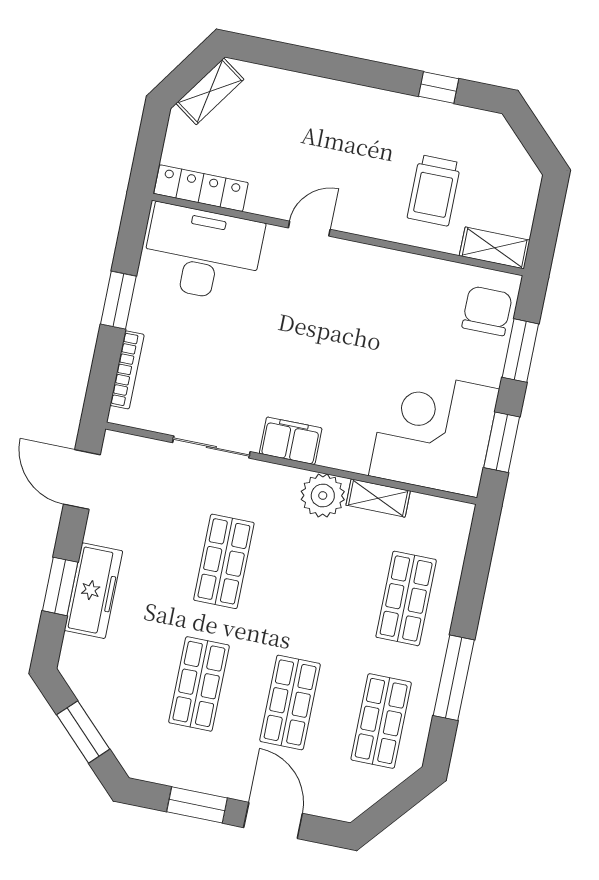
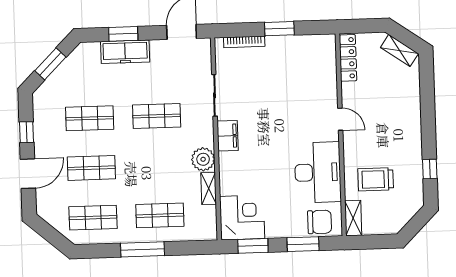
desk: (203, 253) -> (318, 172), moved
corner desk: (434, 432) -> (242, 217), width x0.74, depth x0.74
window: (454, 678) -> (143, 249), moved
window: (197, 805) -> (27, 132), width x0.67

